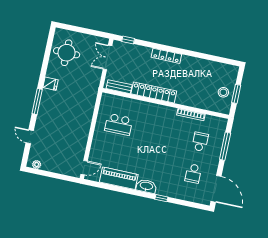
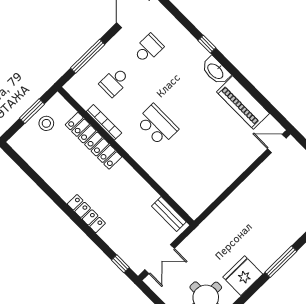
fridge: (50, 84) -> (243, 276), width x1.88, depth x1.34
locker: (154, 92) -> (94, 141), moved
school desk: (119, 124) -> (157, 125), moved

